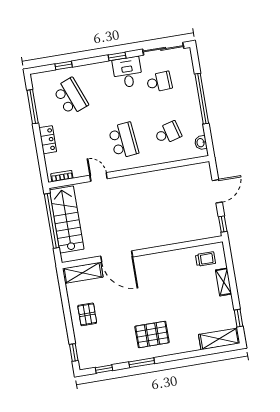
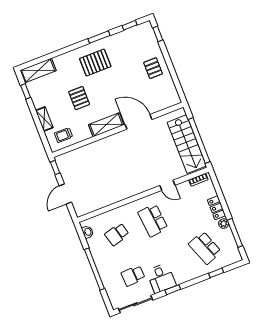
plant: (43, 120) -> (224, 224), added
shelving: (83, 273) -> (106, 125), moved
pallet: (179, 298) -> (79, 98), added

